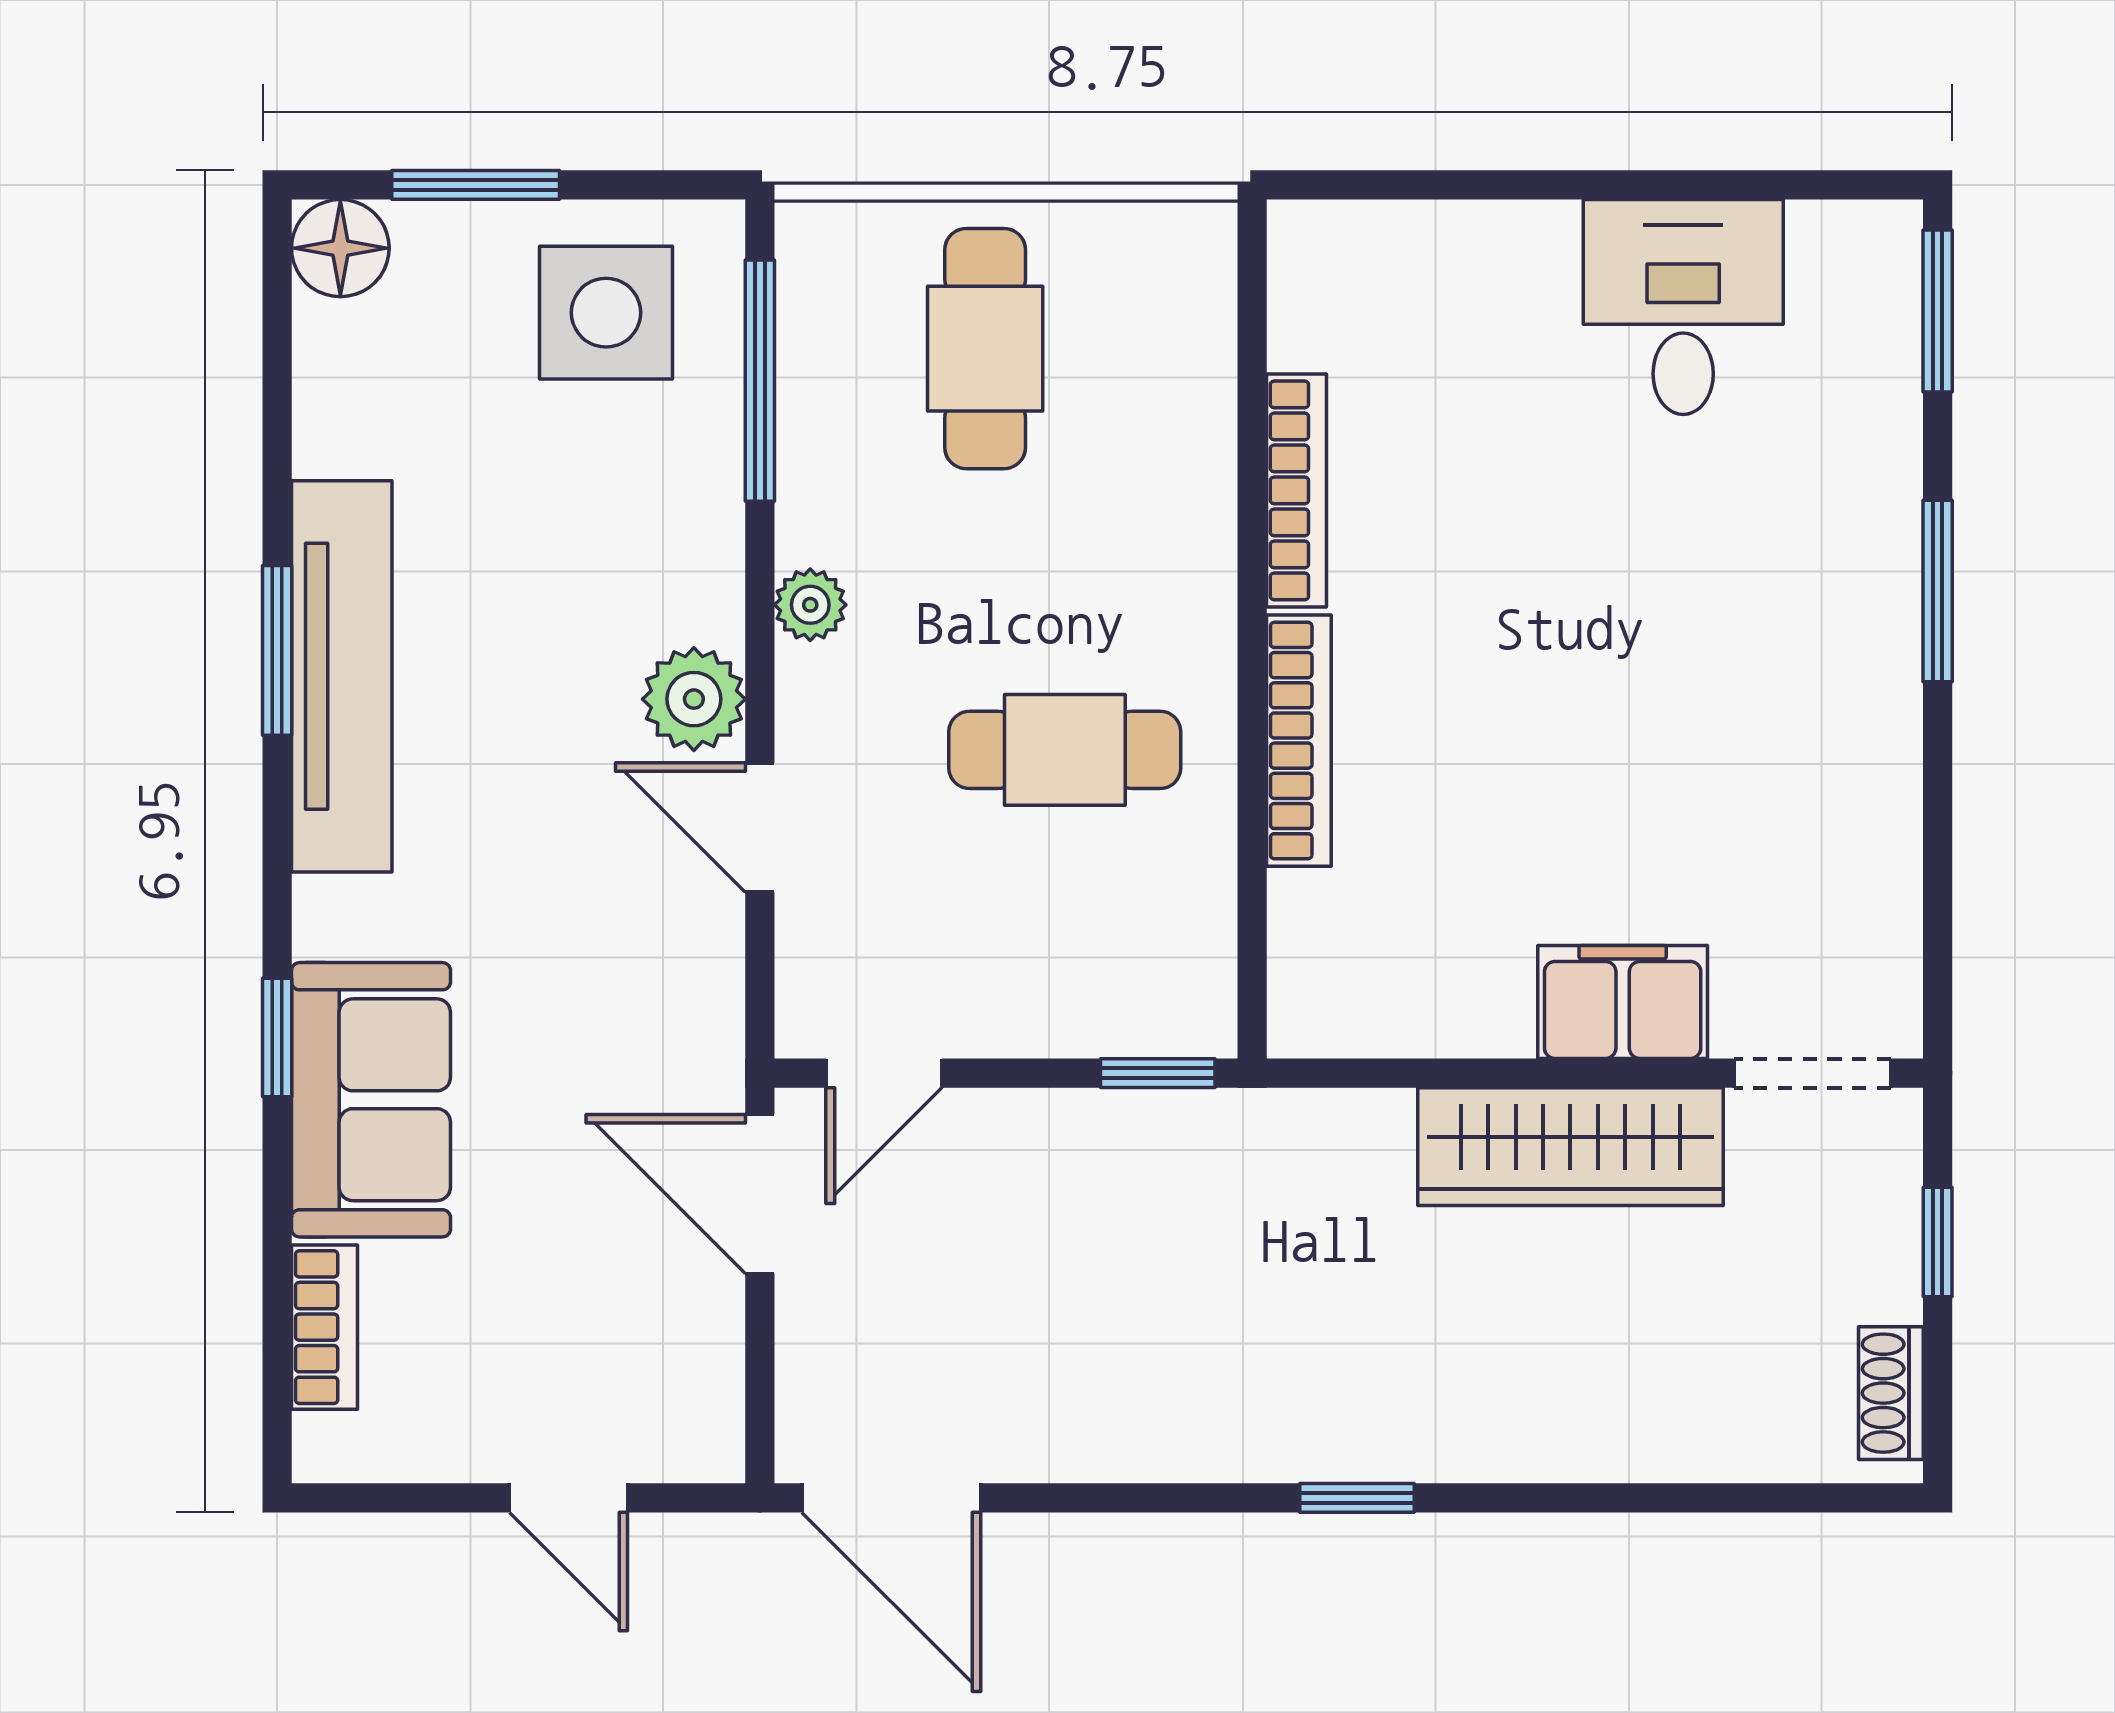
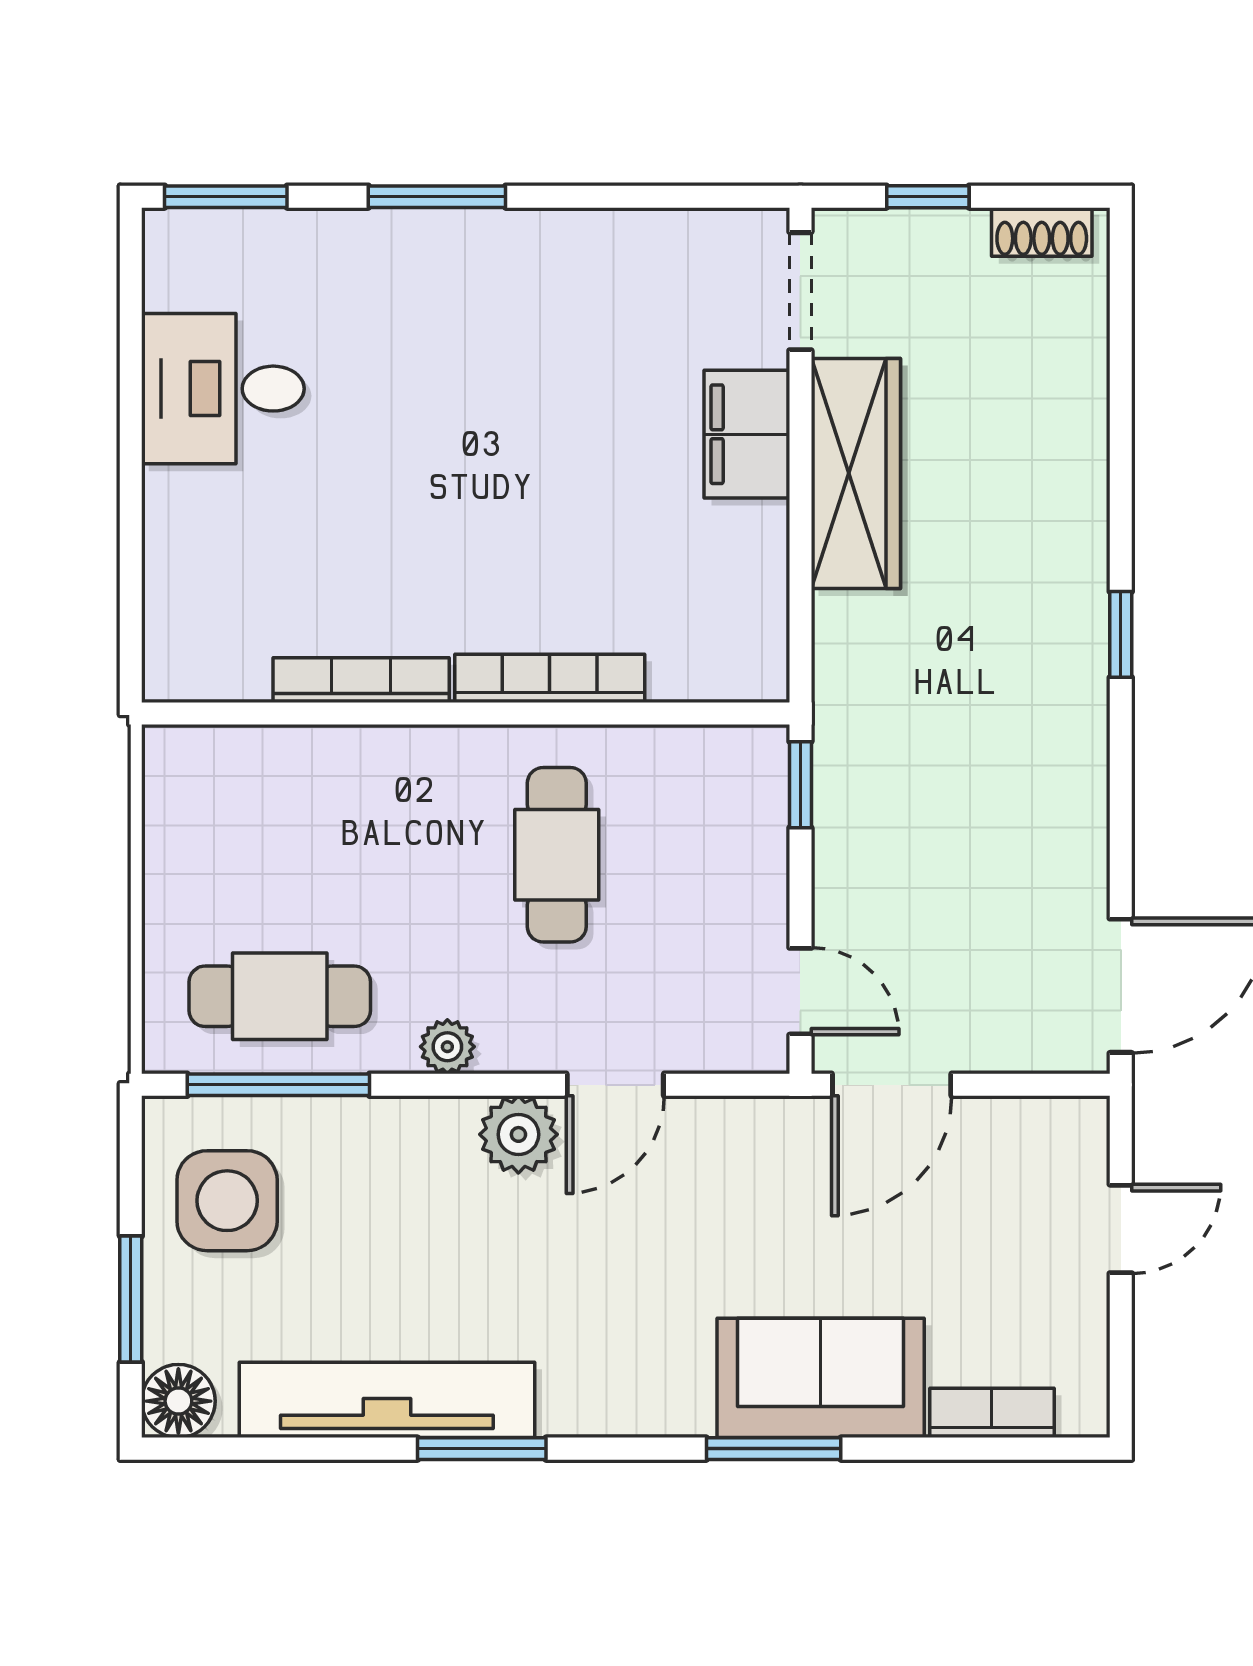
cafe table: (985, 349) -> (280, 996), moved
tv unit: (342, 676) -> (387, 1400), moved
window: (277, 1037) -> (774, 1449), width x1.50

